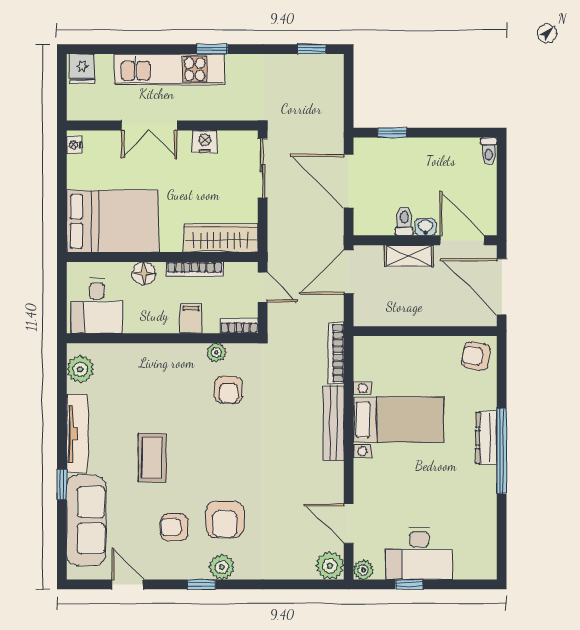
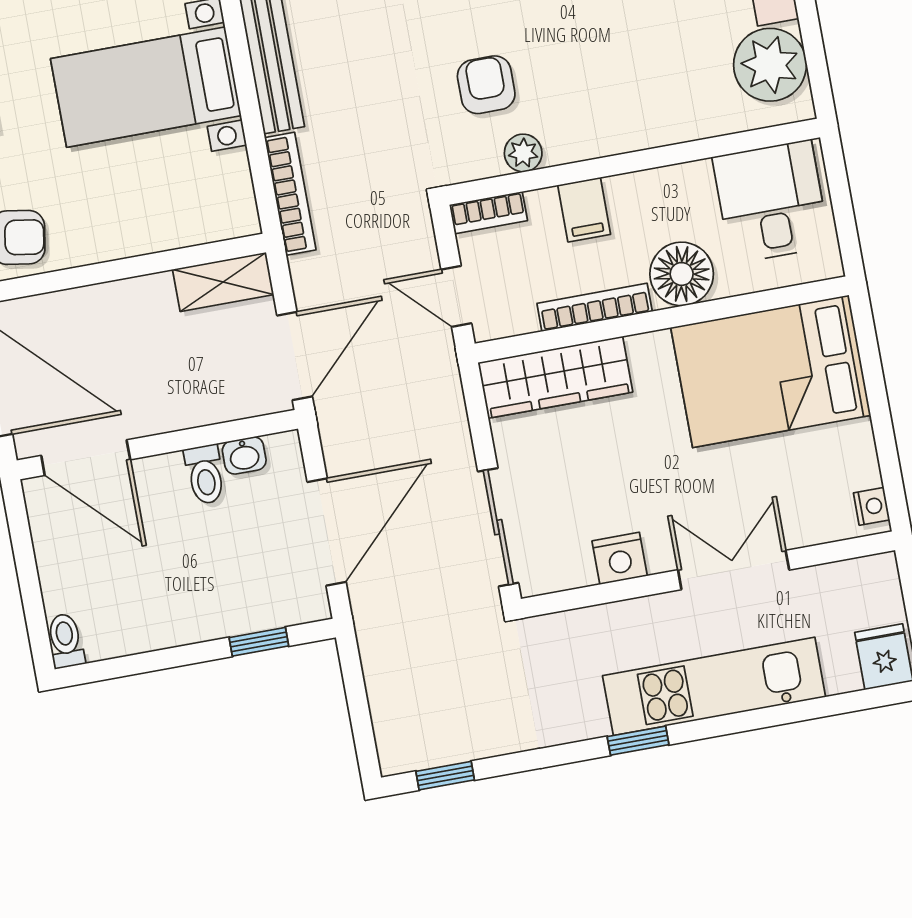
door: (349, 181) -> (327, 532), hinge flipped
washbasin: (425, 227) -> (244, 455), moved
shelving: (409, 256) -> (223, 282), moved
floor lamp: (144, 273) -> (682, 274), width x1.38, depth x1.38
plant: (80, 369) -> (770, 65), width x1.36, depth x1.36

